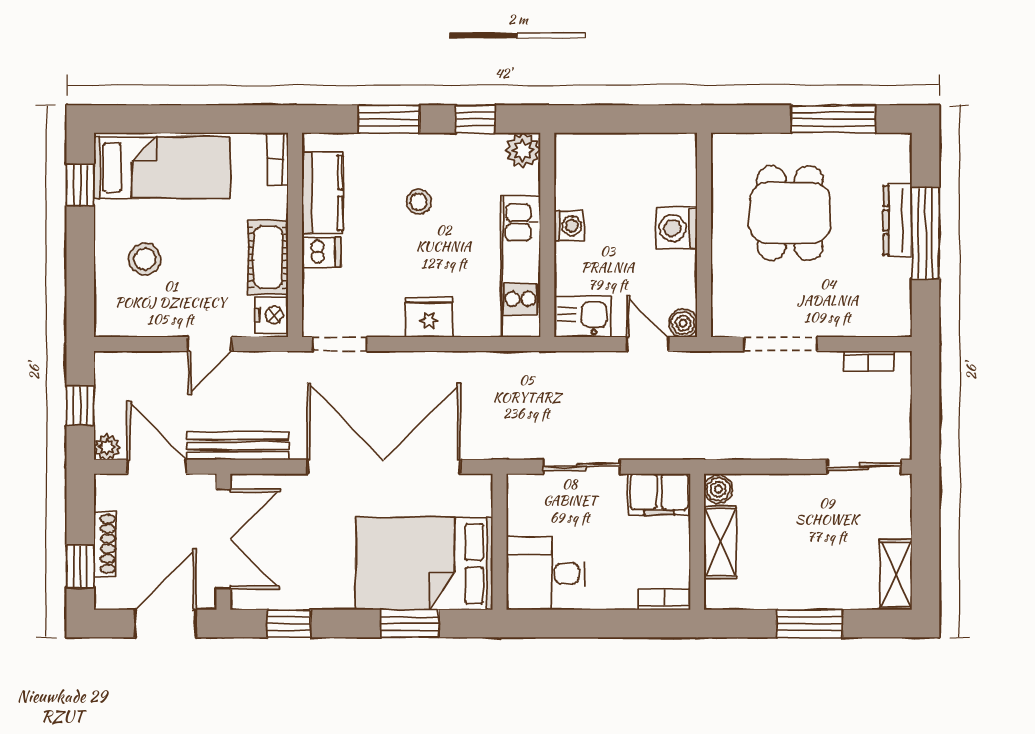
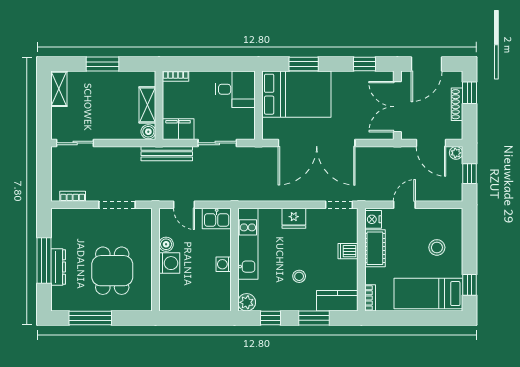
kitchen counter: (322, 193) -> (337, 301), moved, turned 90
boiler: (683, 323) -> (166, 244), moved
bench: (238, 446) -> (167, 154), moved

